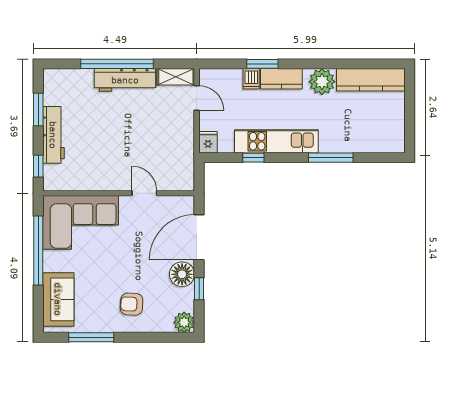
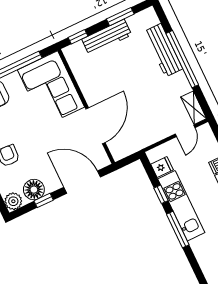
workbench: (125, 80) -> (163, 50), moved
fridge: (208, 142) -> (162, 167), moved
window: (331, 158) -> (178, 229), moved
door: (144, 193) -> (95, 126), width x1.88
floor lamp: (182, 274) -> (34, 190), moved

